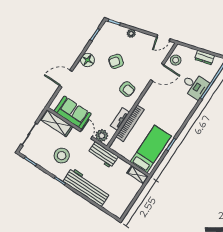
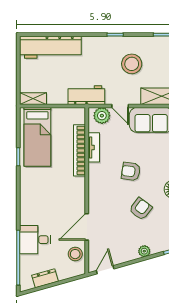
armchair: (127, 89) -> (131, 171), moved
workbench: (87, 187) -> (50, 47), moved

